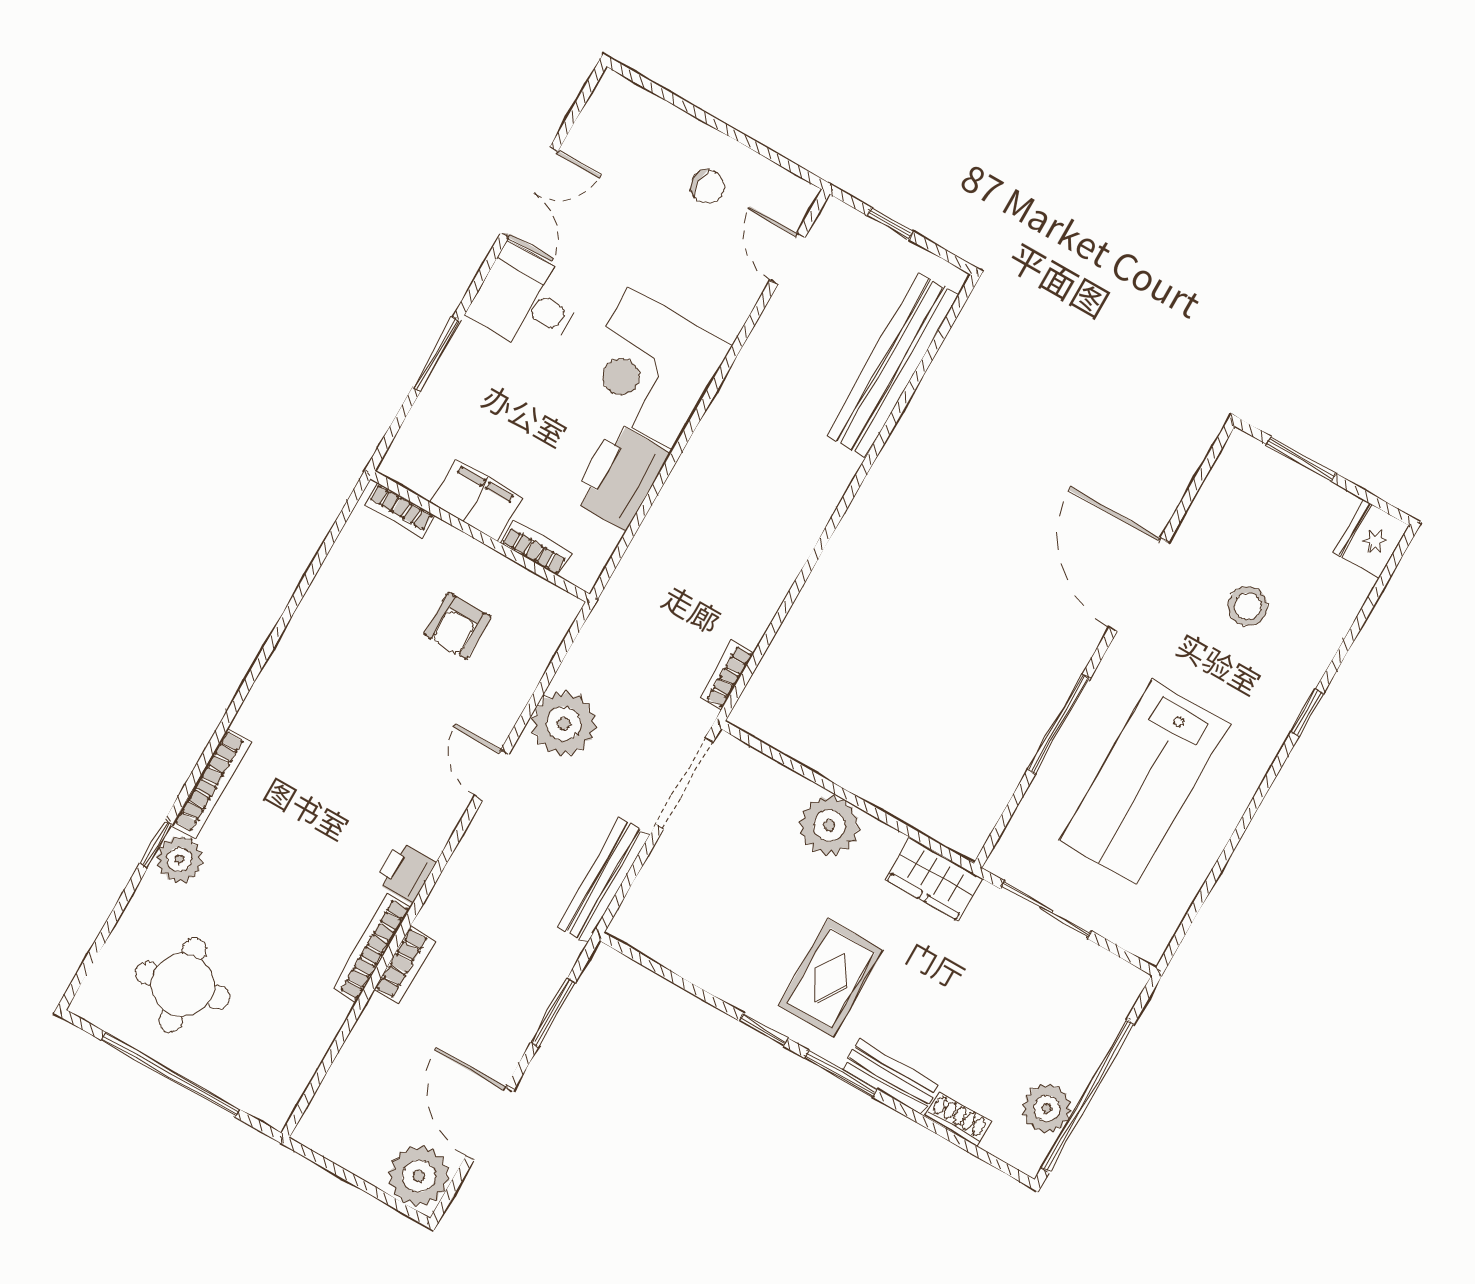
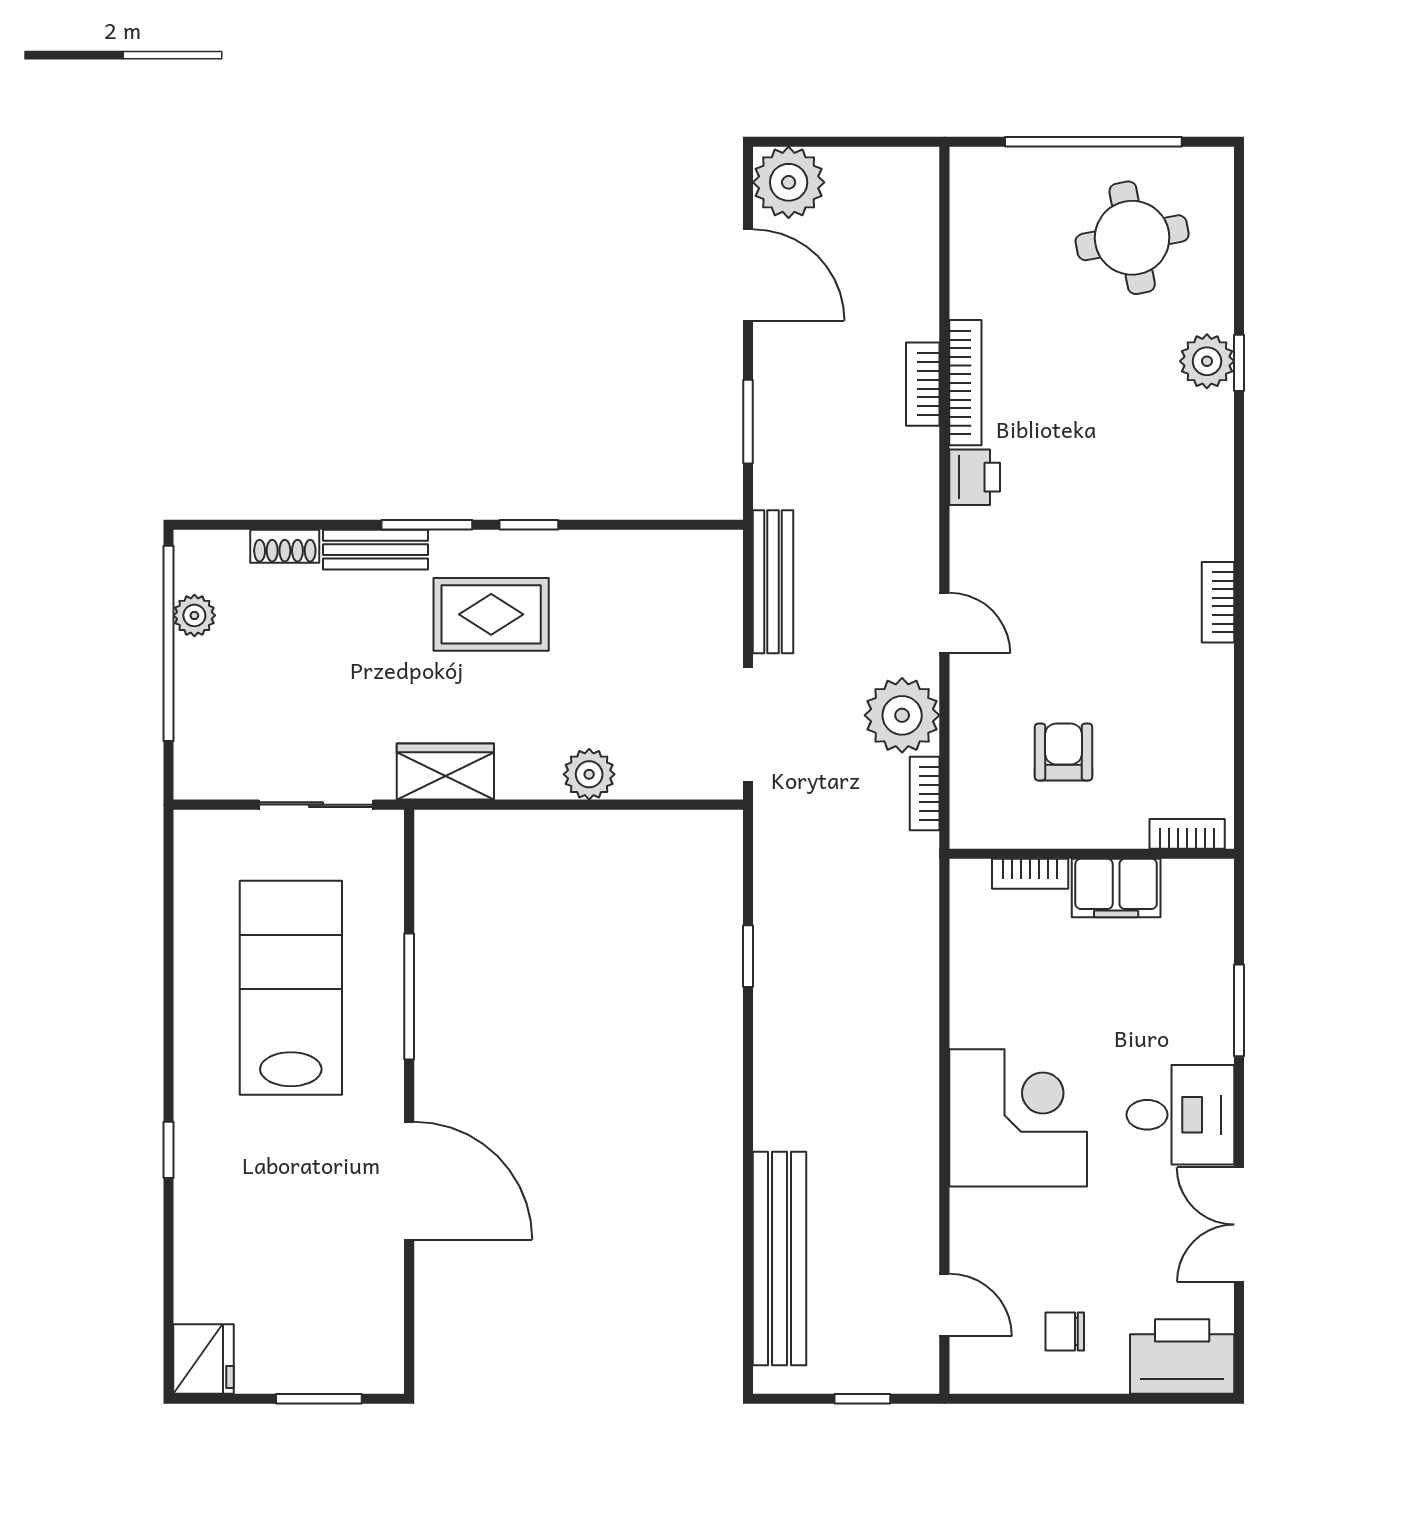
printer: (620, 476) -> (1182, 1356), moved, turned -90
stool: (1248, 606) -> (289, 1222), removed
window: (785, 608) -> (748, 956), added
bookcase: (727, 675) -> (925, 794), moved, turned 180
bookcase: (212, 783) -> (1218, 602), moved, width x0.64
plant: (829, 825) -> (589, 774), width x0.73, depth x0.73
rug: (831, 978) -> (491, 614), turned 90
plant: (1047, 1108) -> (194, 615), width x0.73, depth x0.73

